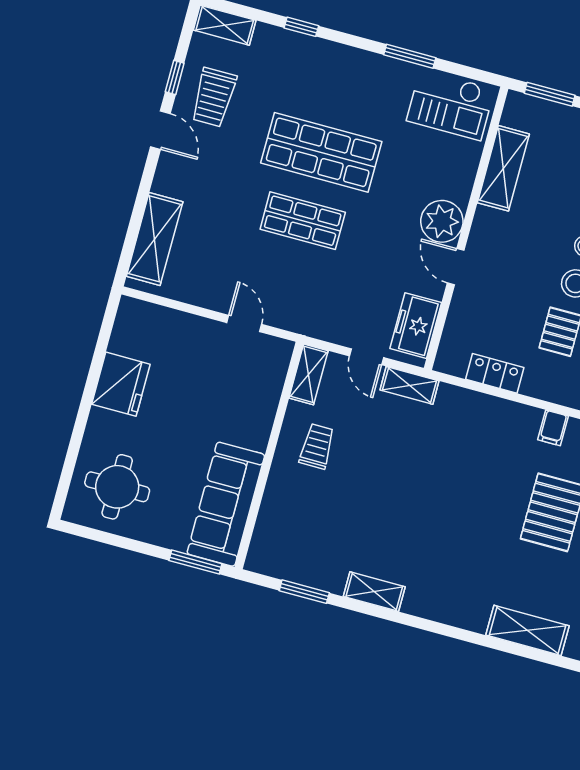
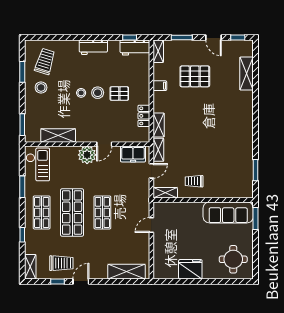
shop shelf: (340, 84) -> (42, 212), added
shelving: (374, 592) -> (159, 125), moved

